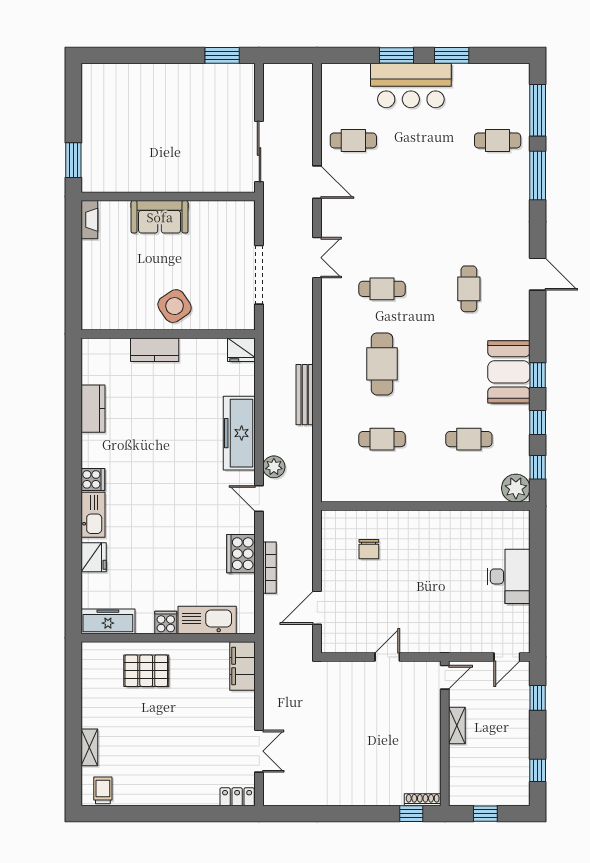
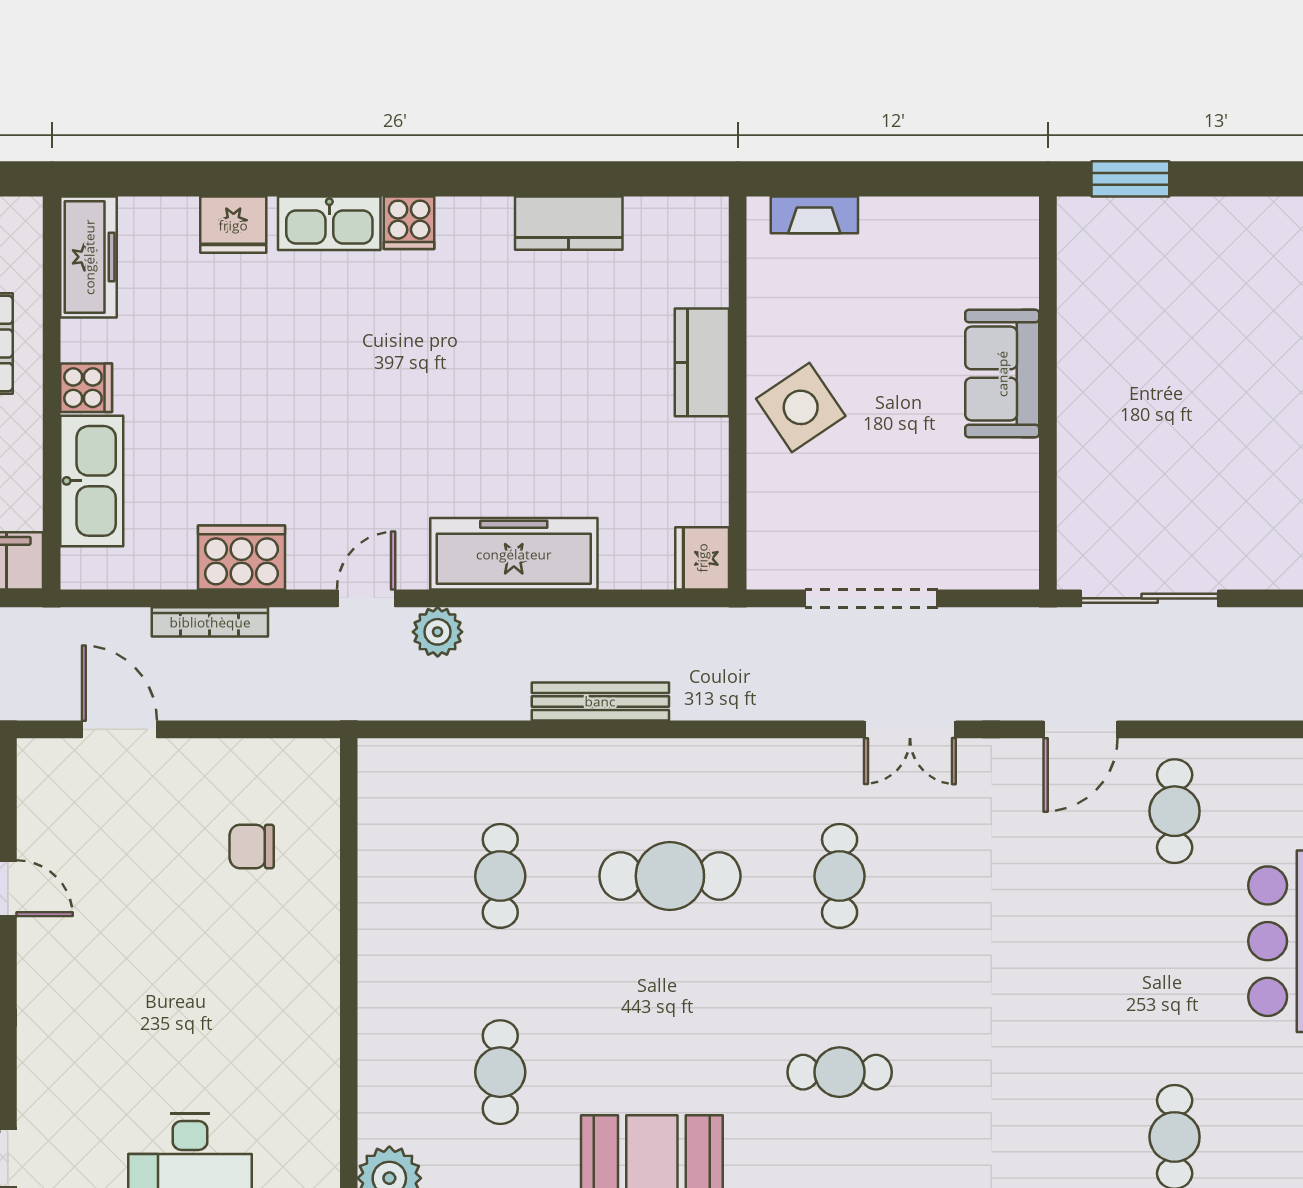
fireplace: (89, 220) -> (814, 215), moved

